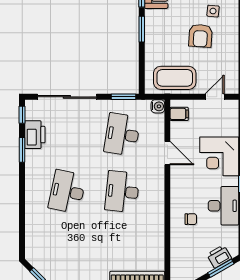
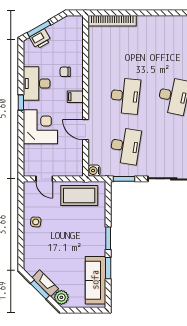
side table: (213, 11) -> (36, 222), moved
armchair: (200, 36) -> (57, 233), removed
door: (215, 97) -> (44, 179), hinge flipped
filing cabinet: (179, 114) -> (75, 97), moved

